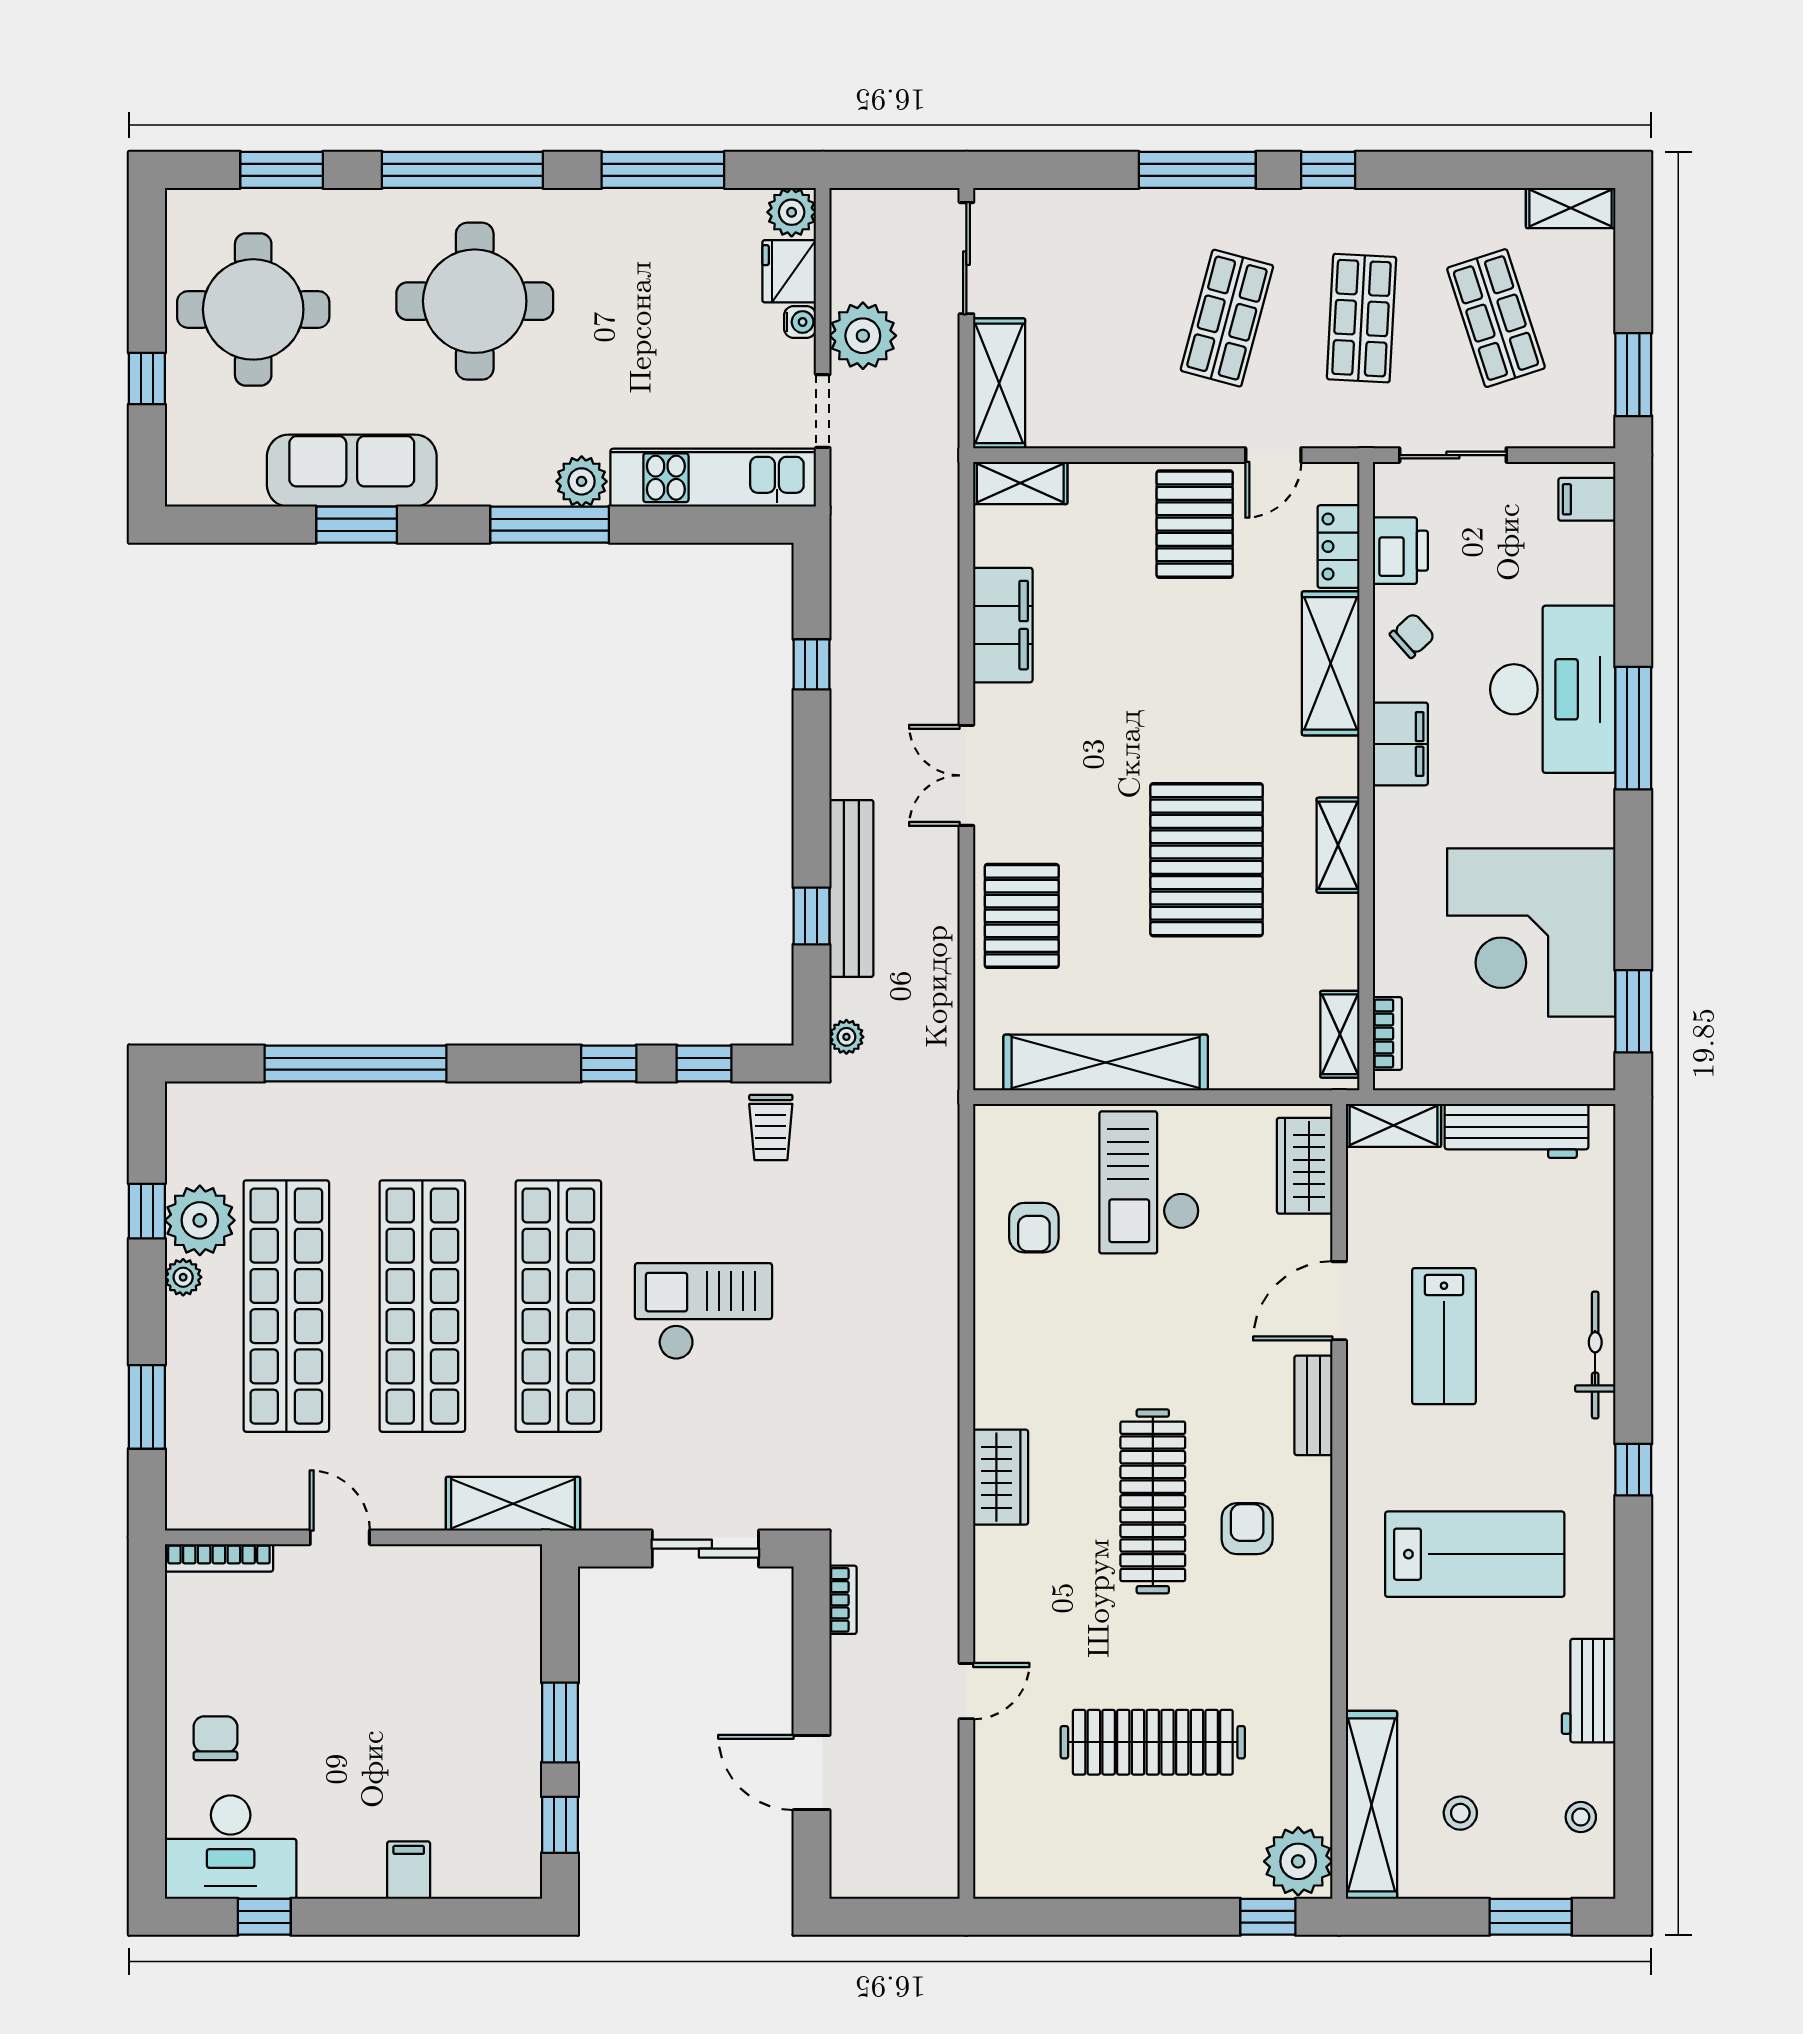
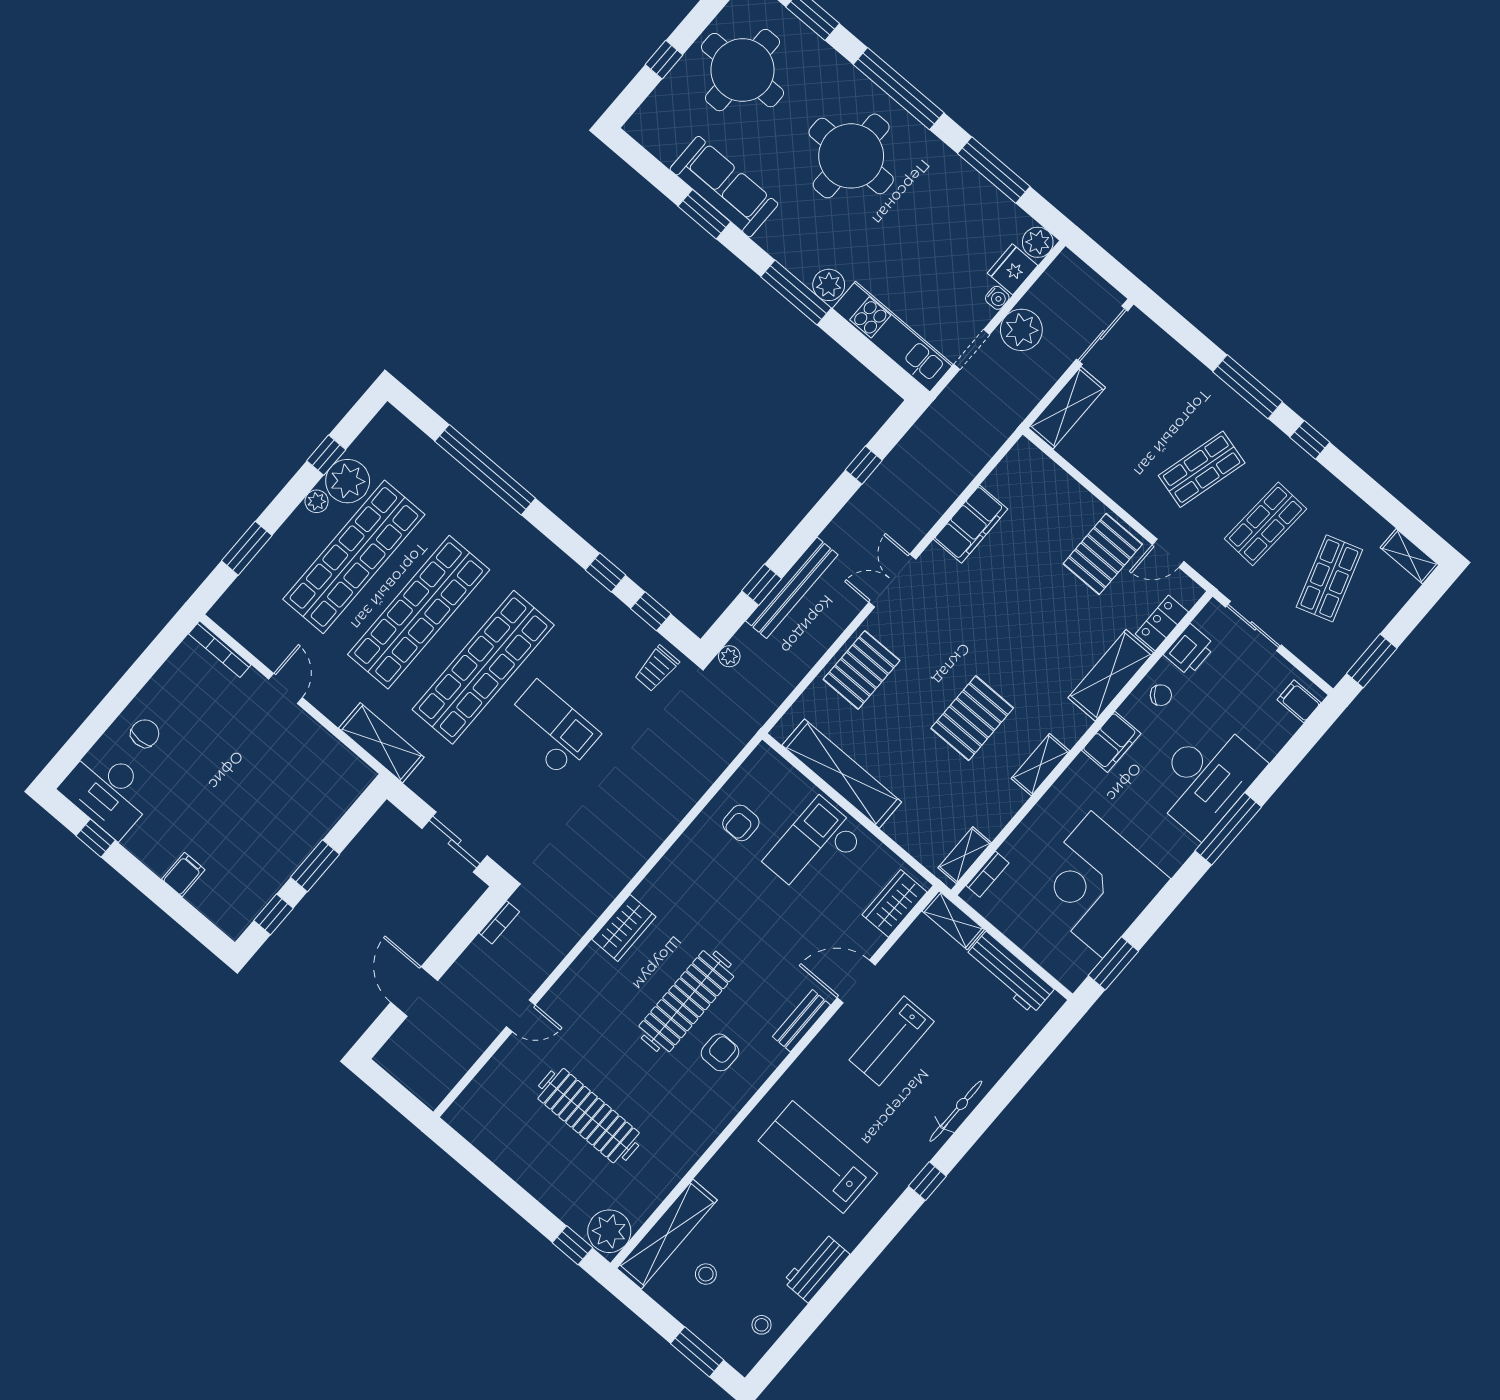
shelving: (1020, 483) -> (1036, 464), removed
pallet: (1207, 860) -> (972, 718), width x0.73, depth x0.71
lab bench: (1475, 1554) -> (818, 1157), turned 180

